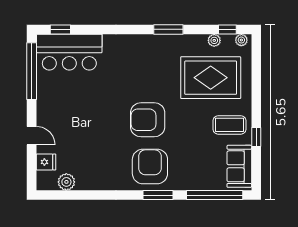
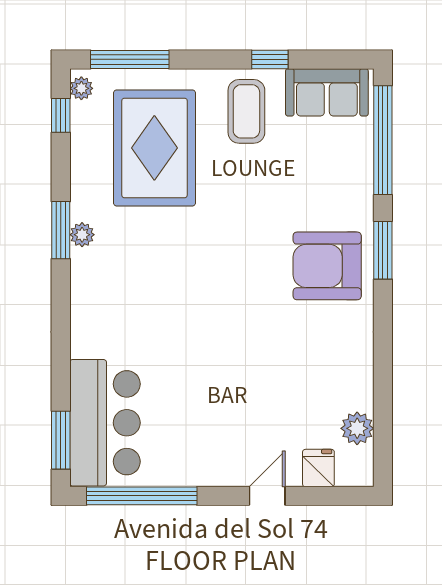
window: (60, 29) -> (61, 440), width x1.50
plant: (214, 40) -> (82, 235), moved
window: (256, 65) -> (130, 59), added
armchair: (148, 120) -> (236, 270), removed

